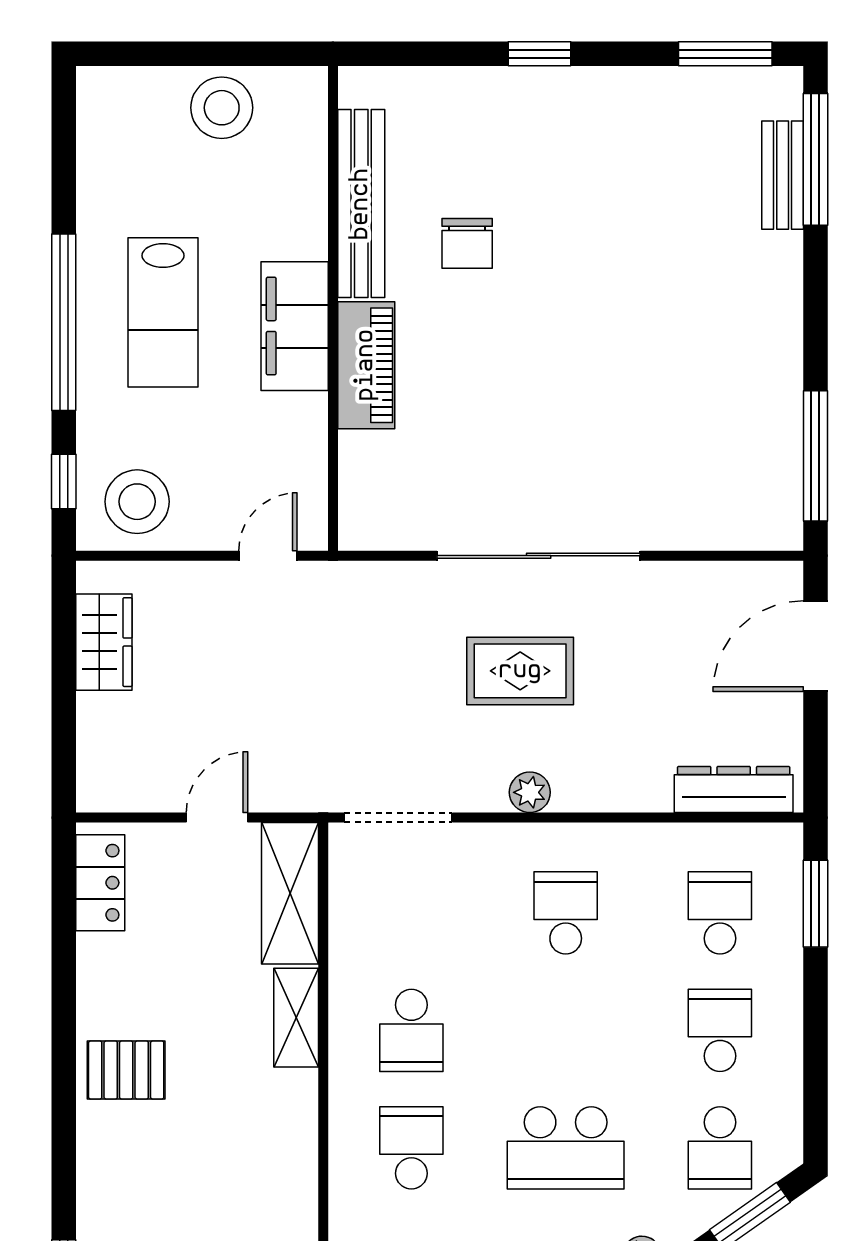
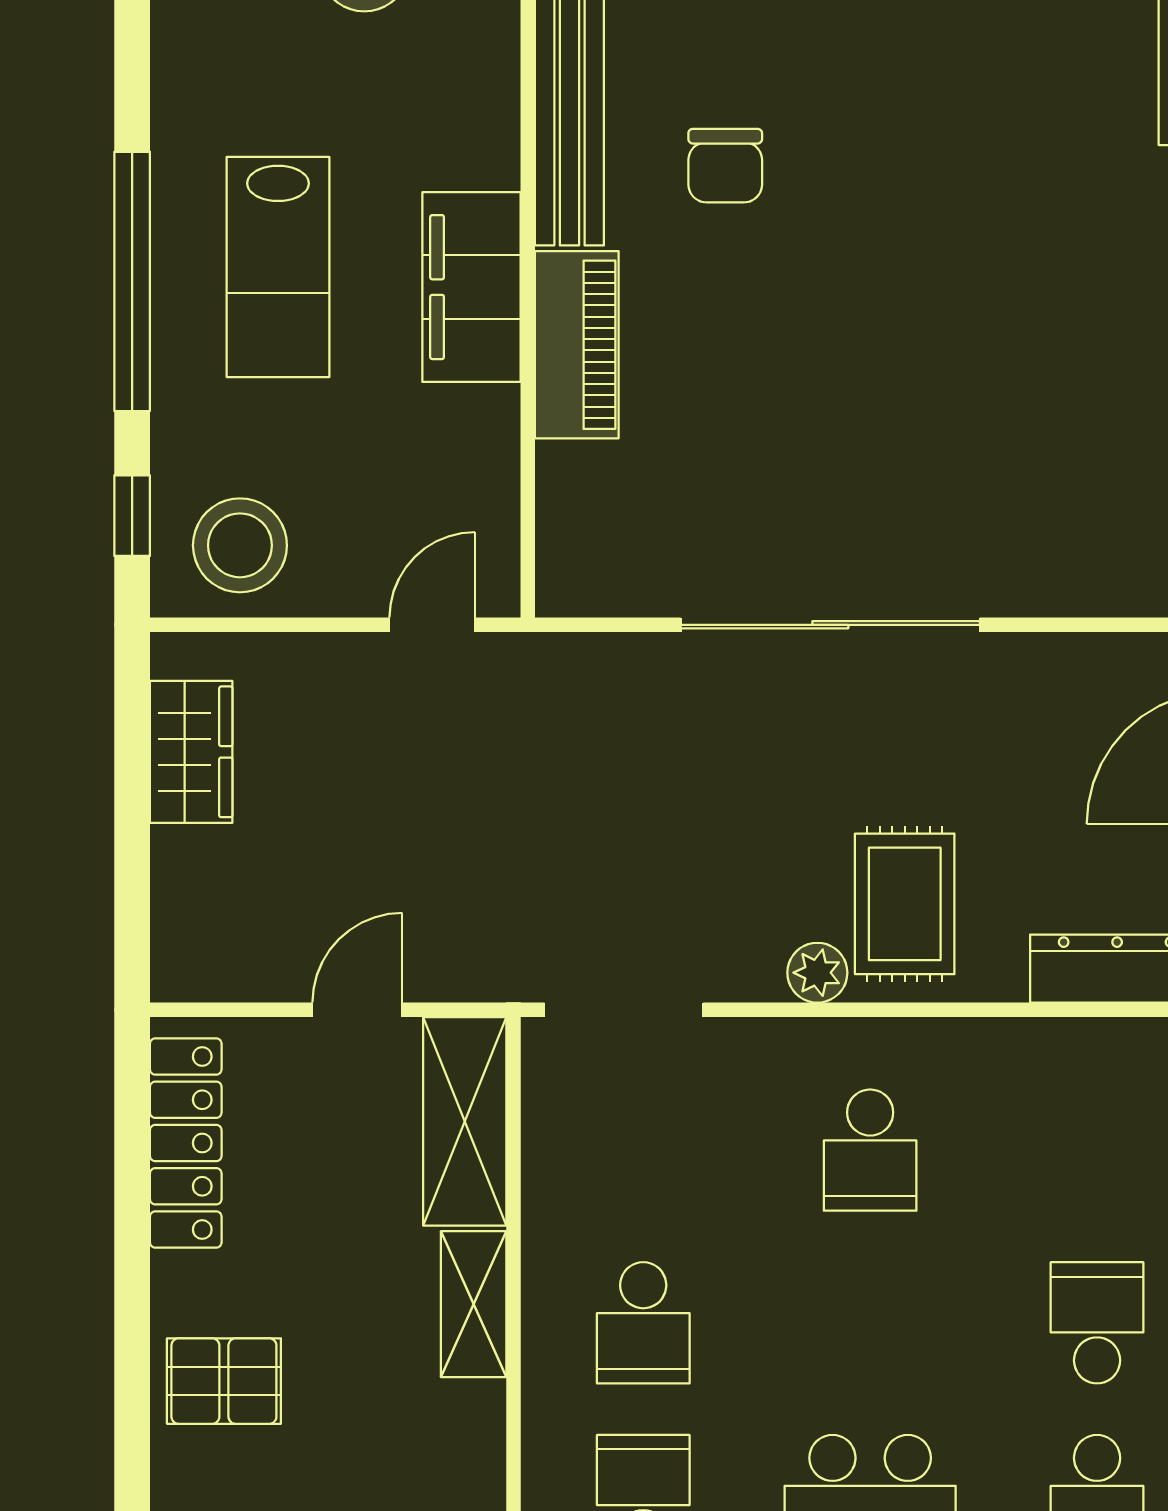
rug: (520, 671) -> (905, 904), moved, turned 90
locker: (100, 883) -> (186, 1143), width x1.53
school desk: (566, 913) -> (870, 1150), turned 180
school desk: (720, 913) -> (1097, 1150), removed

